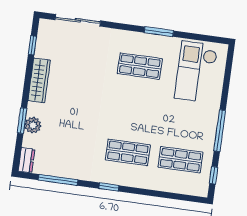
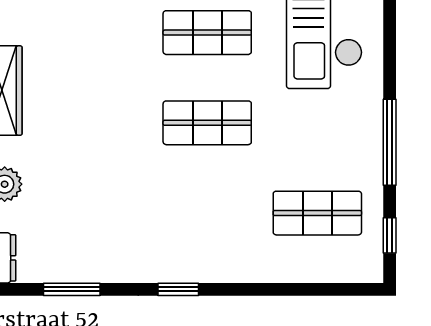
shop shelf: (128, 152) -> (207, 123), moved
window: (58, 180) -> (72, 289), width x0.69

